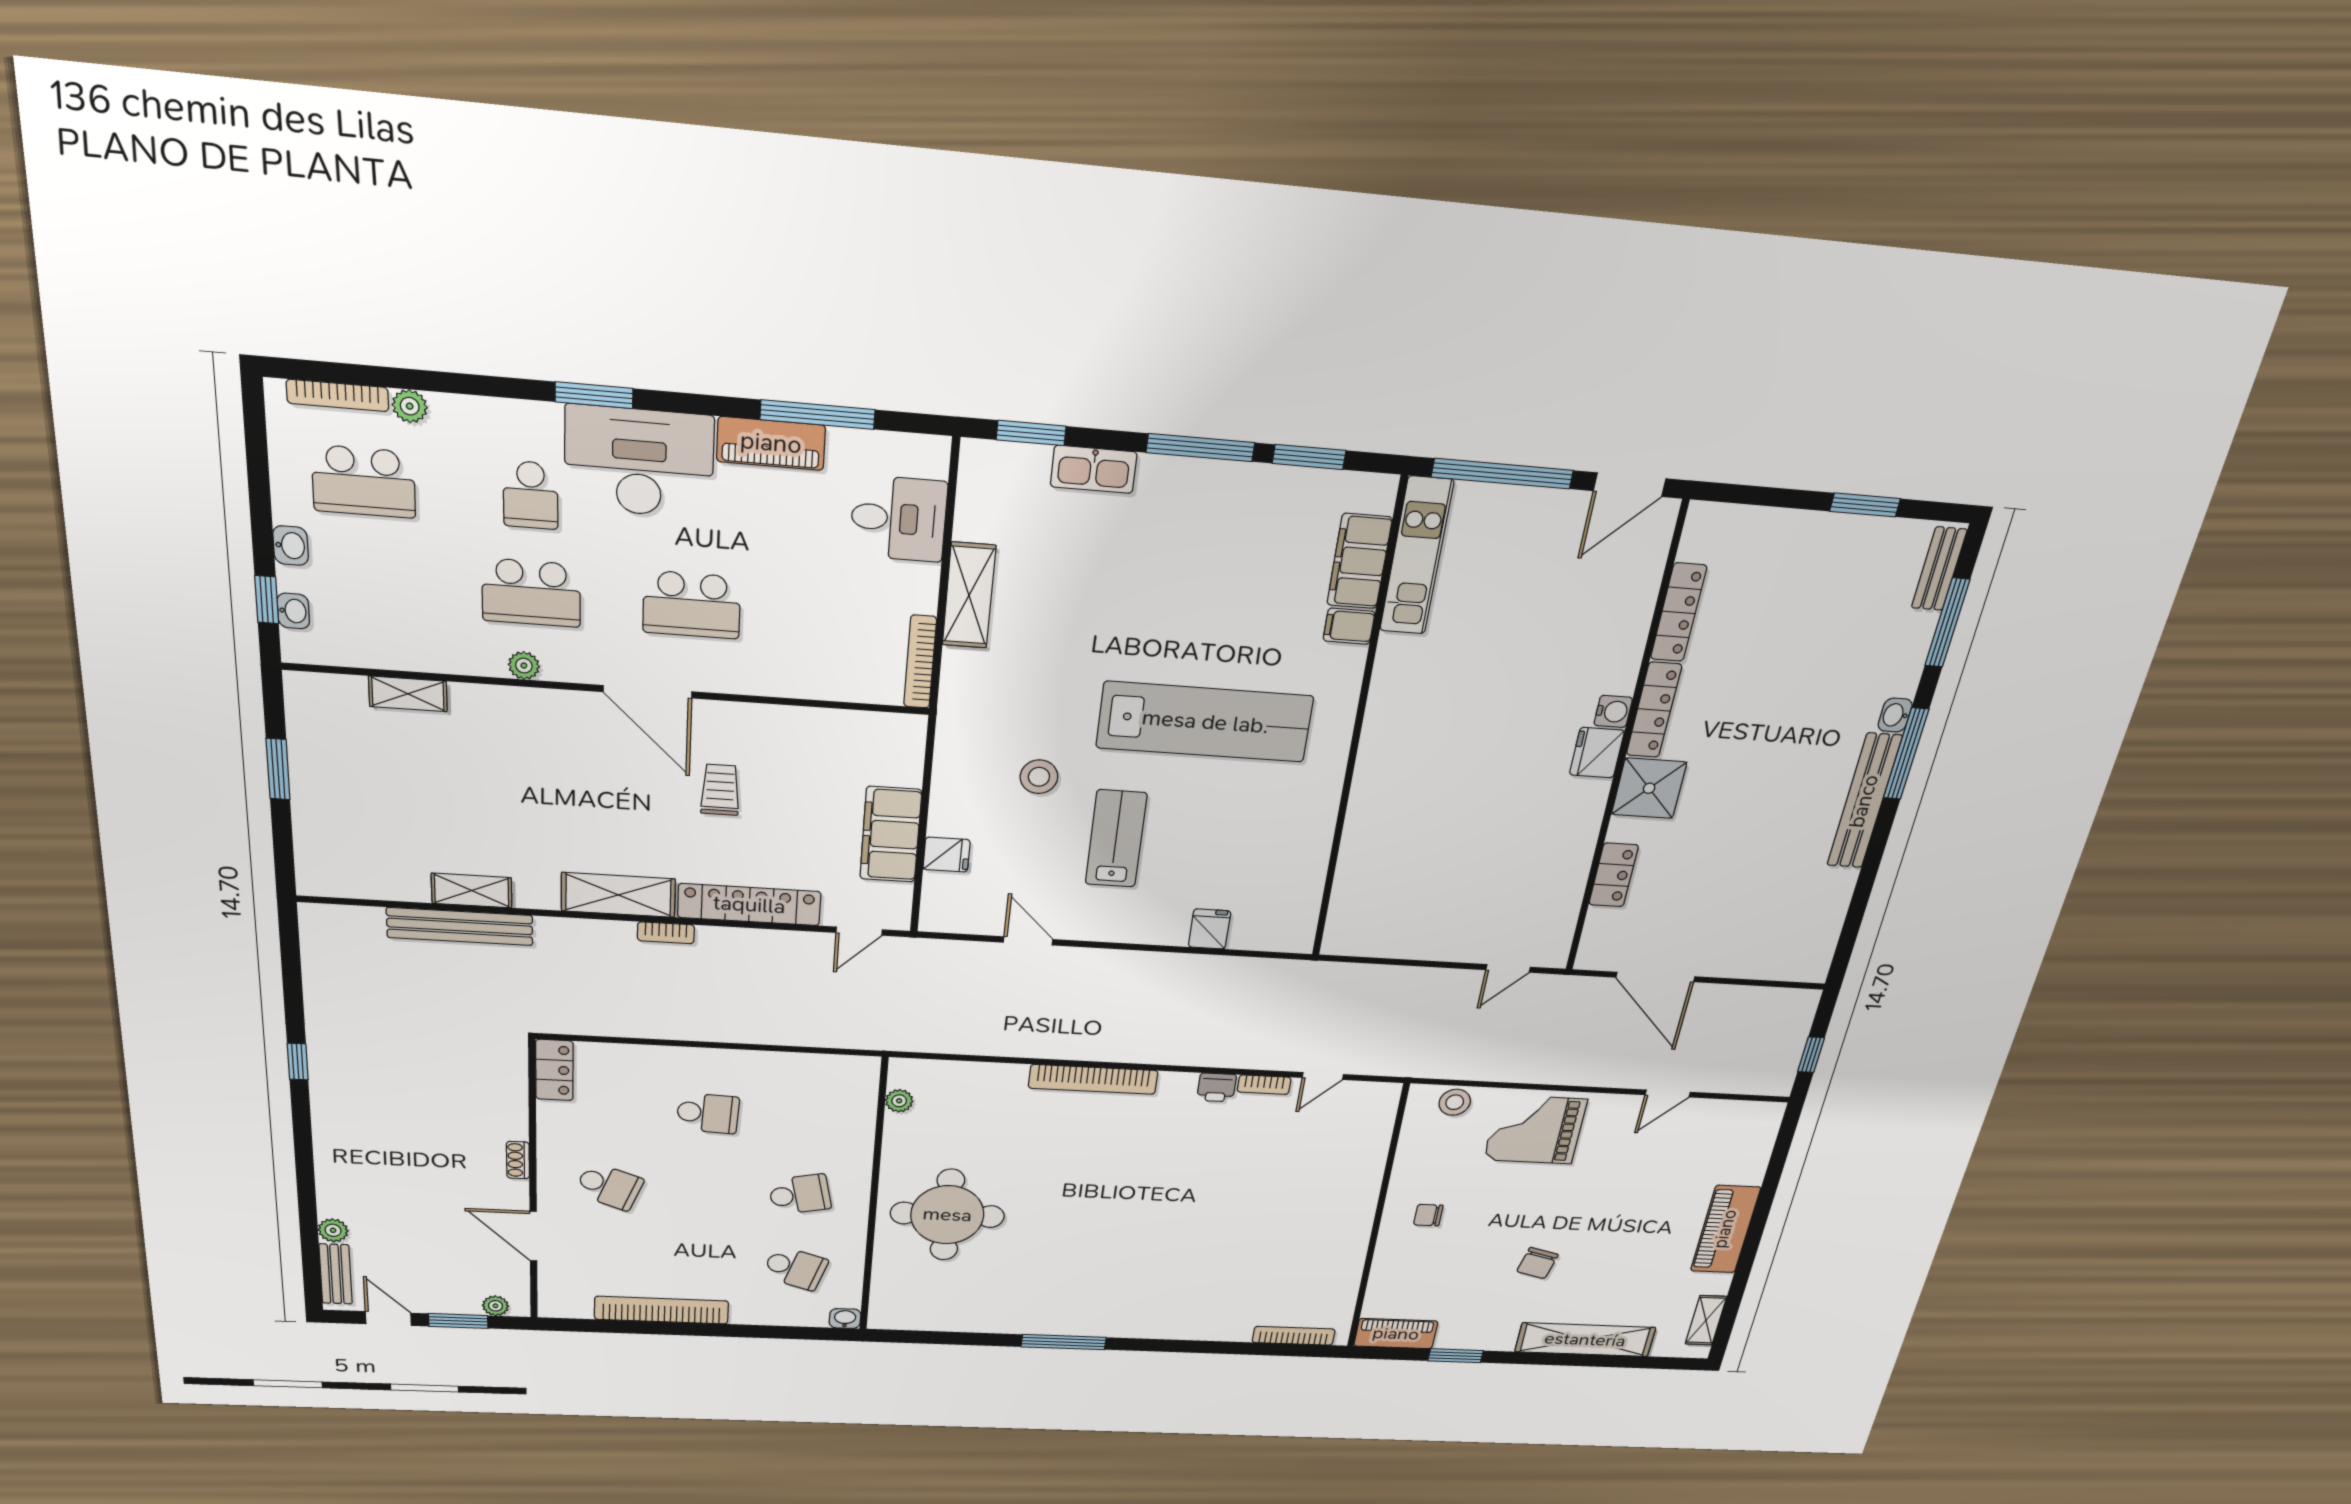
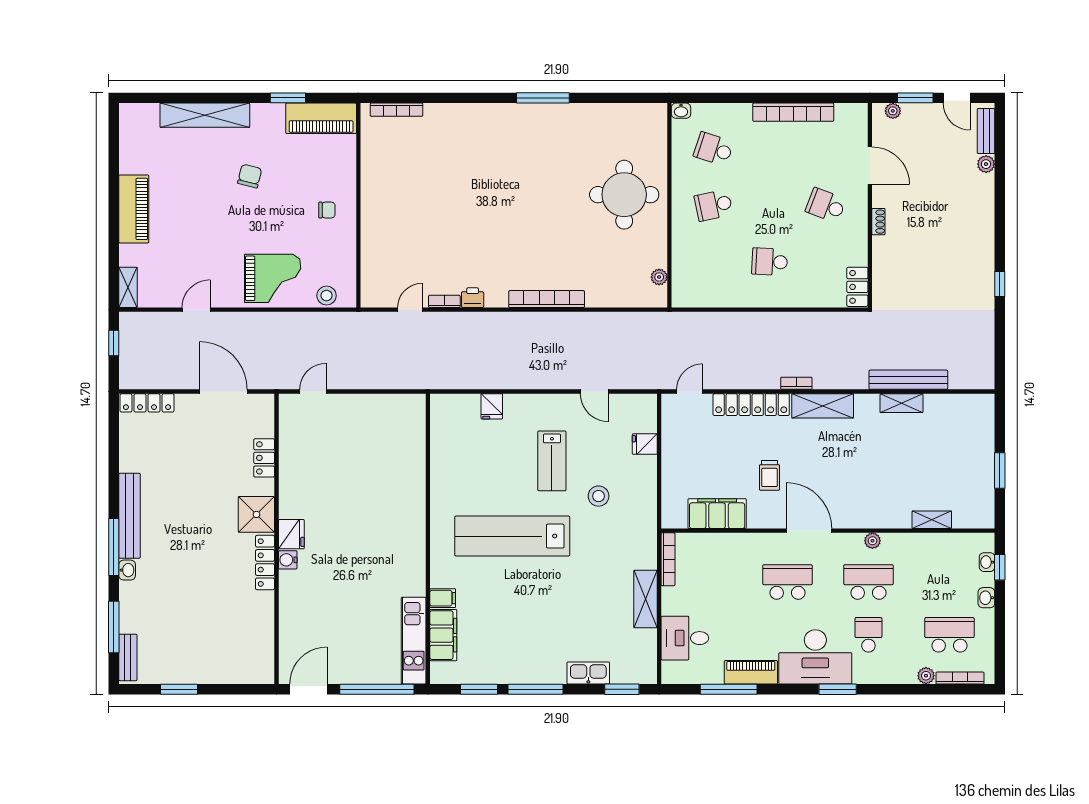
locker: (1679, 612) -> (147, 403), moved, turned -90
filing cabinet: (891, 834) -> (717, 514), moved, turned -90
shelving: (1706, 1320) -> (128, 287), moved
piano: (1396, 1334) -> (321, 118), width x1.37, depth x1.33

